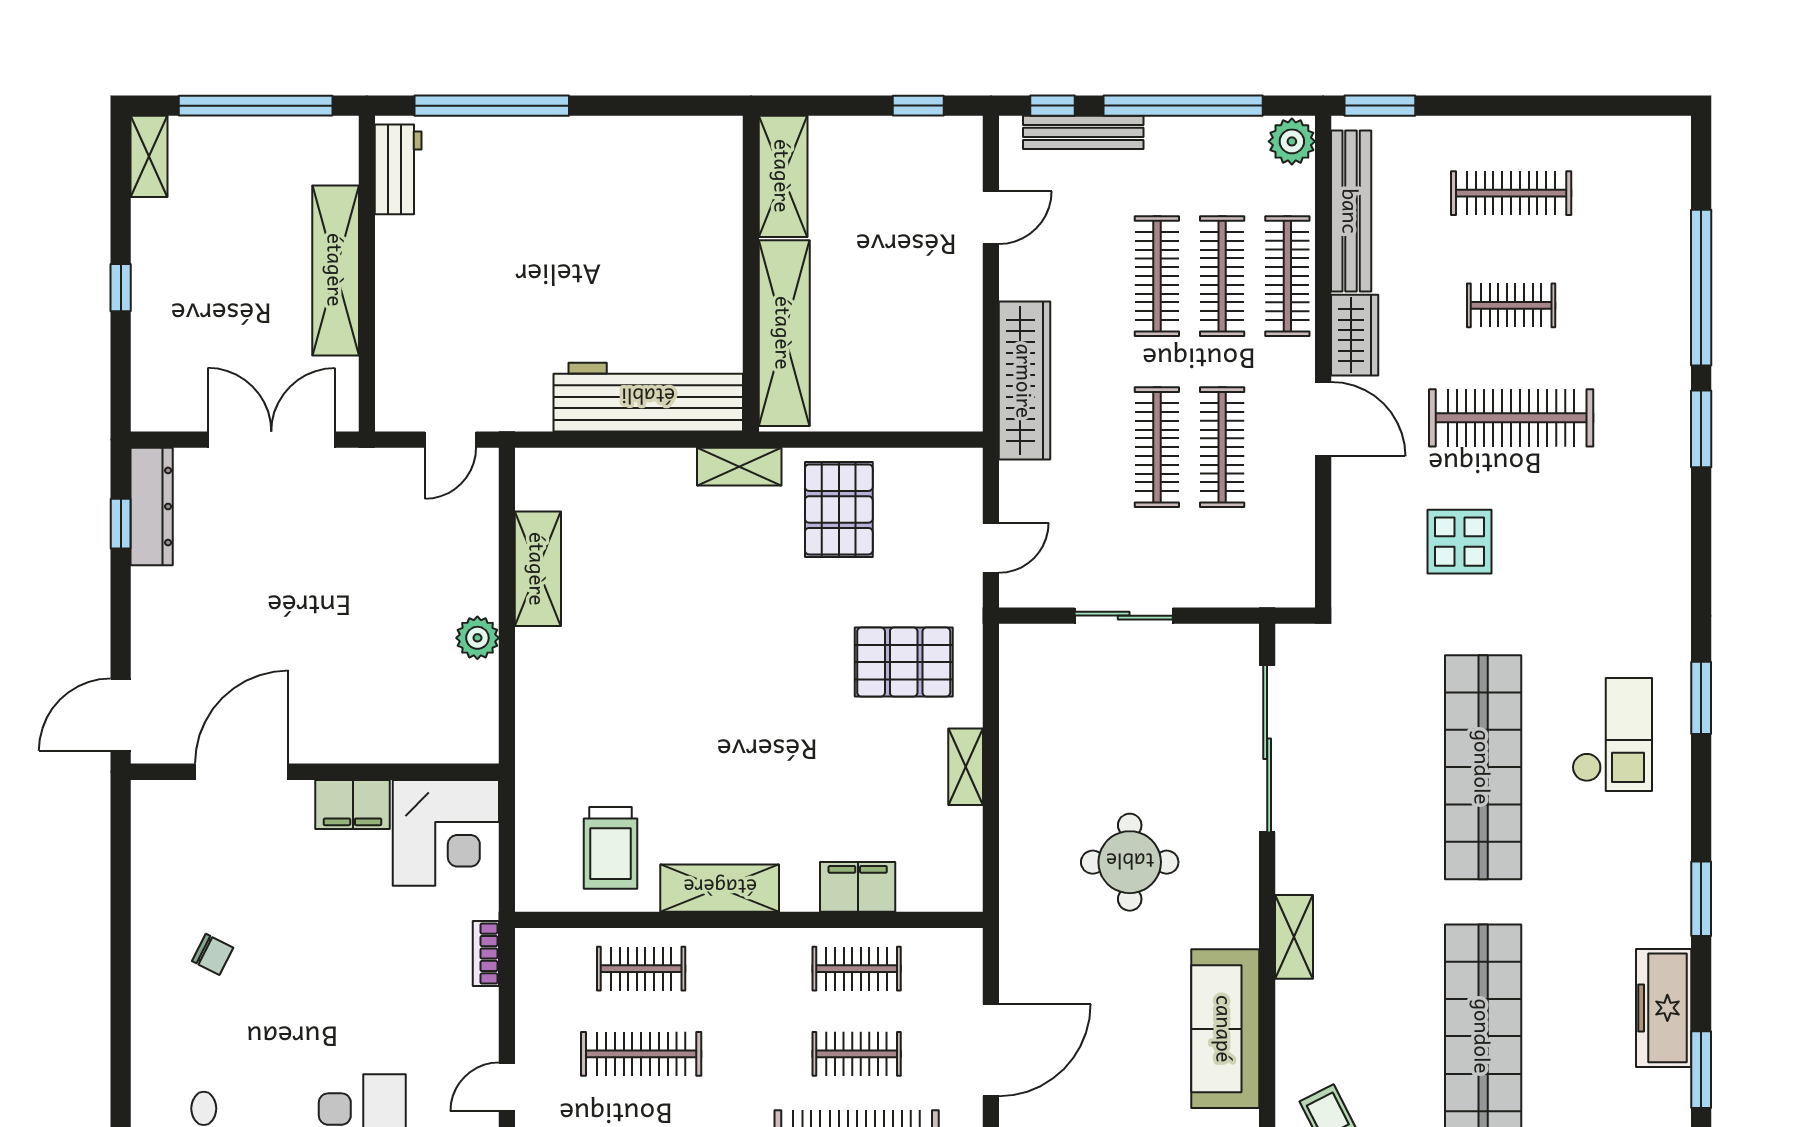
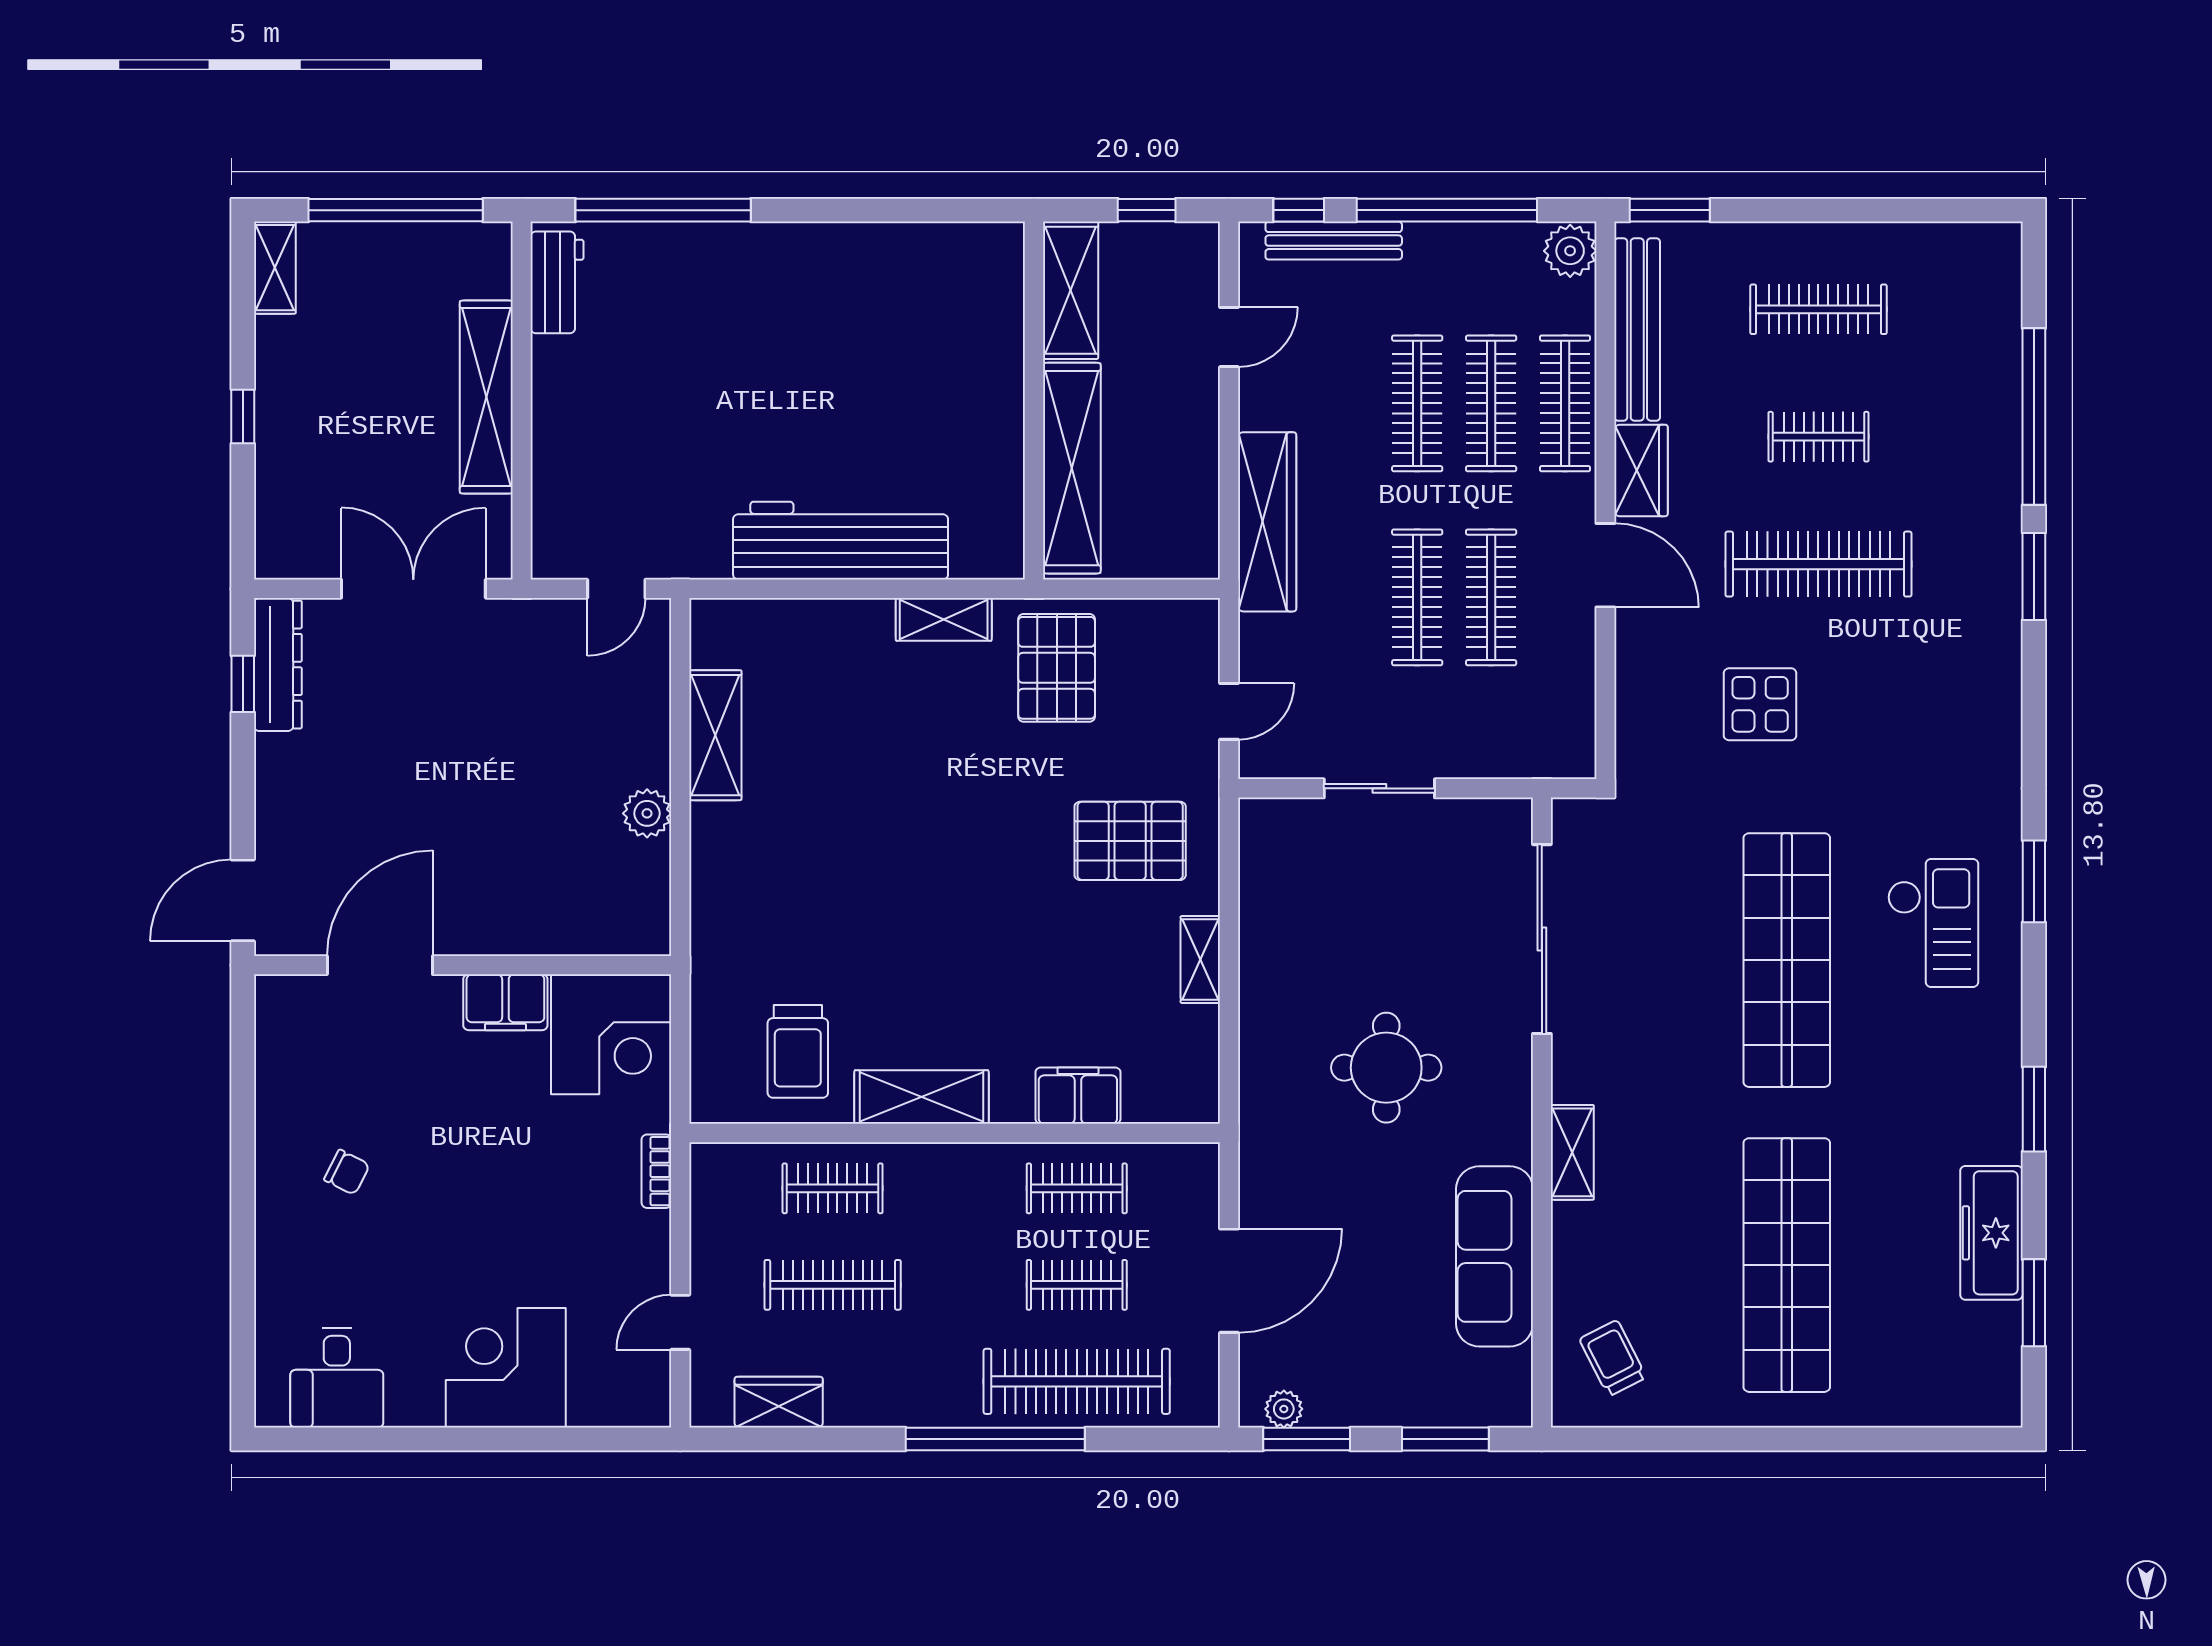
shelving: (783, 176) -> (1071, 290), moved
wall: (751, 274) -> (1034, 401), moved
shelving: (784, 333) -> (1072, 468), moved

